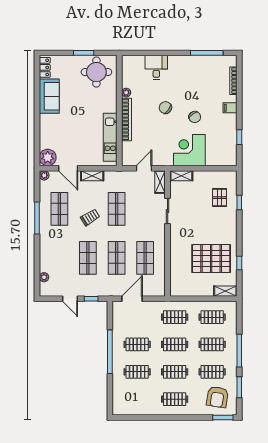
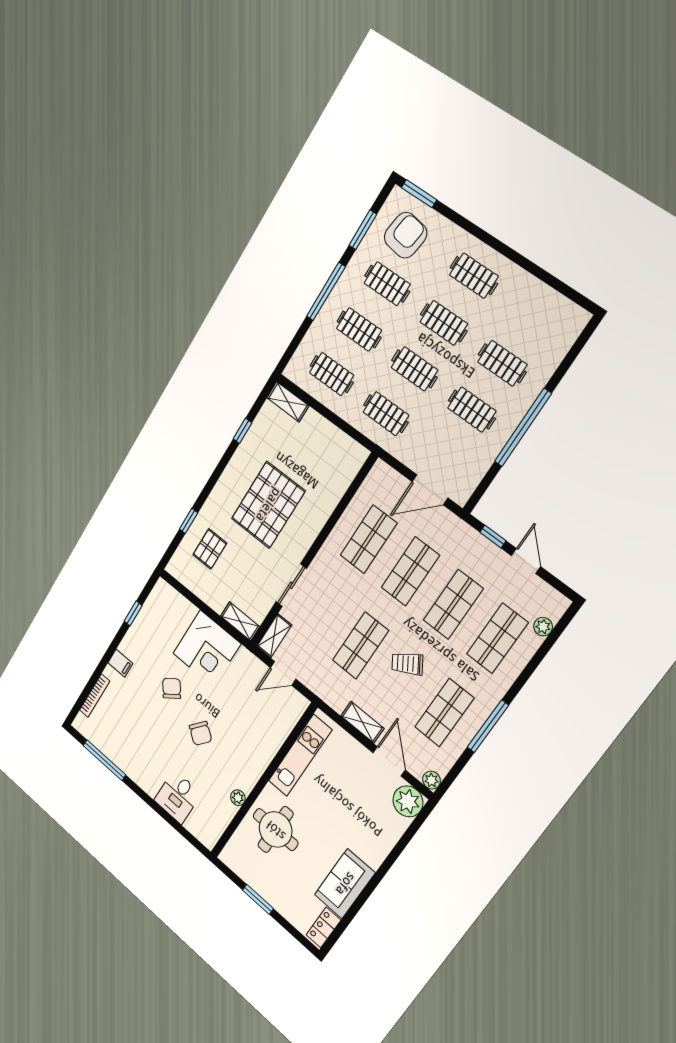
round table: (96, 72) -> (276, 830), moved
bookcase: (127, 119) -> (262, 761), removed
shop shelf: (59, 258) -> (497, 638), added
pallet: (211, 259) -> (268, 505), moved, turned 90

